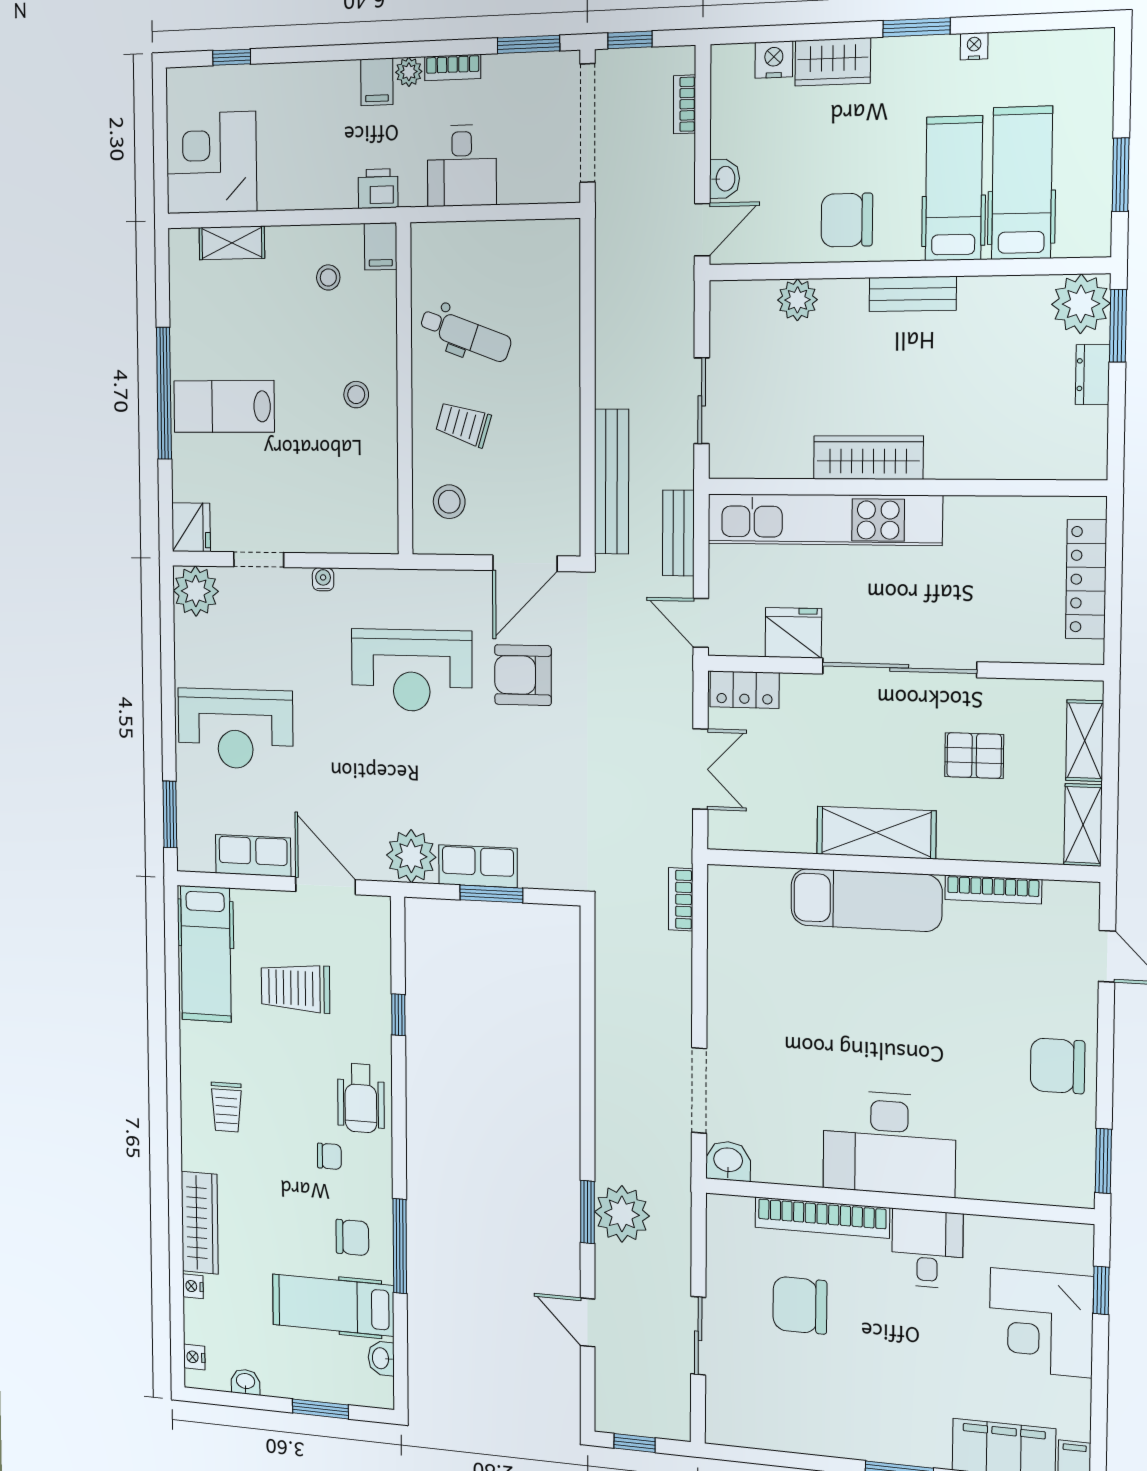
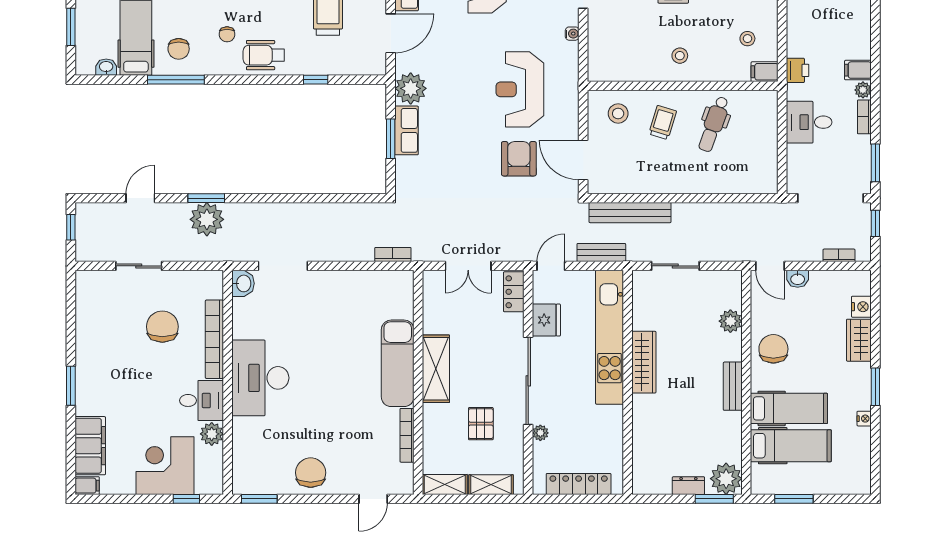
plant: (992, 648) -> (540, 433), added
plant: (986, 1236) -> (212, 434), added

